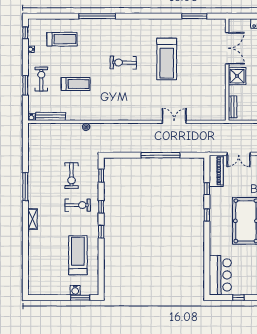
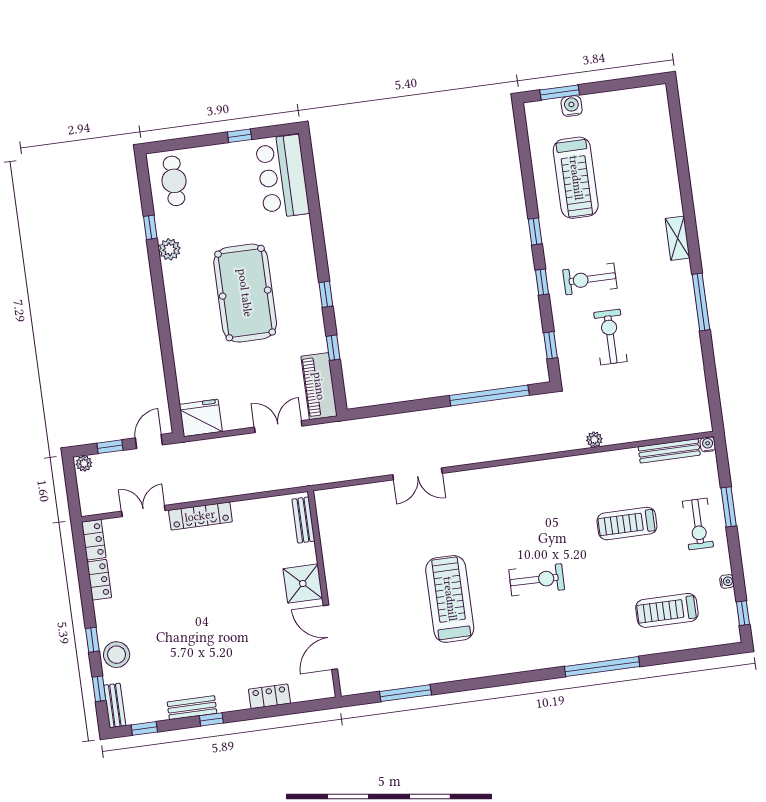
window: (161, 155) -> (489, 395), moved

